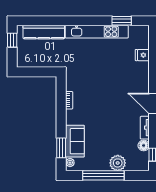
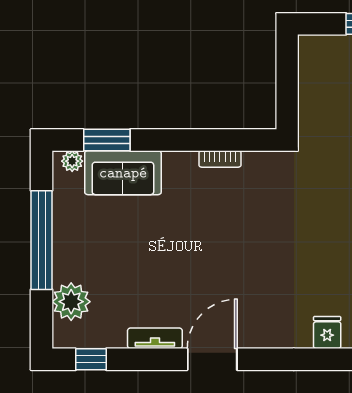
floor lamp: (144, 145) -> (113, 336), removed
plant: (118, 163) -> (71, 302), moved

